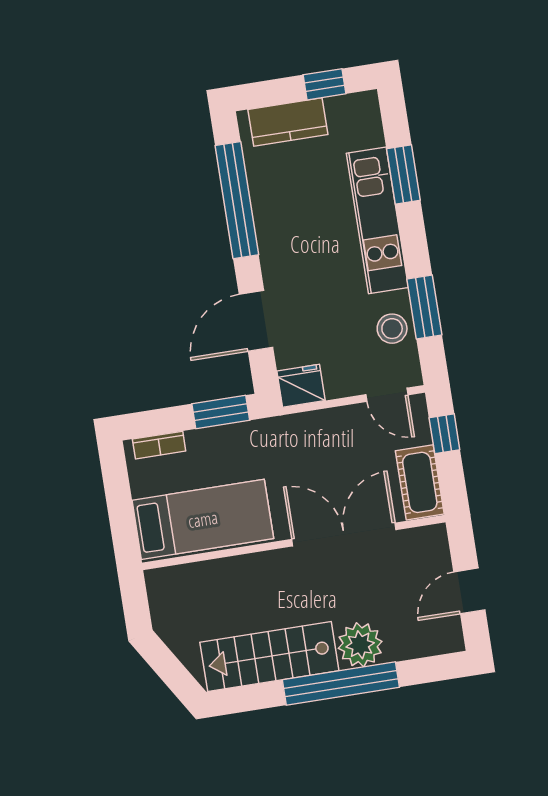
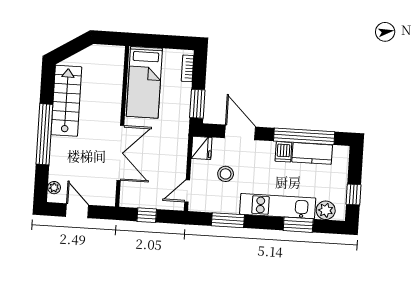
kitchen counter: (288, 122) -> (312, 153), moved, turned -90
plant: (365, 129) -> (326, 210), added
dishwasher: (274, 232) -> (283, 152), added
stool: (392, 329) -> (226, 174), moved
window: (444, 434) -> (147, 215), moved
cot: (420, 482) -> (138, 198), removed
plant: (360, 645) -> (54, 188), moved, width x0.53, depth x0.53

